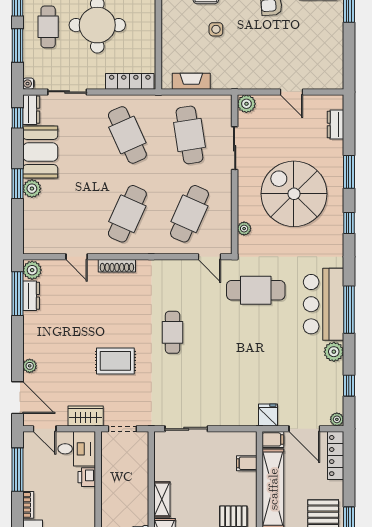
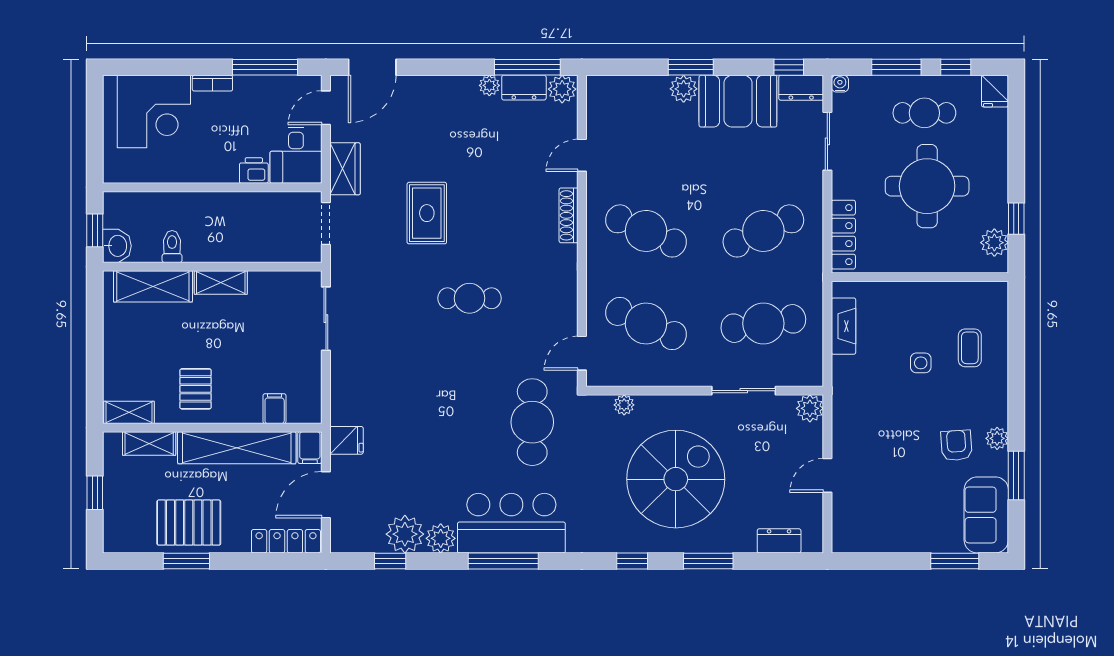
plant: (30, 366) -> (489, 85), moved
plant: (337, 419) -> (405, 534), moved, width x1.87, depth x1.87

